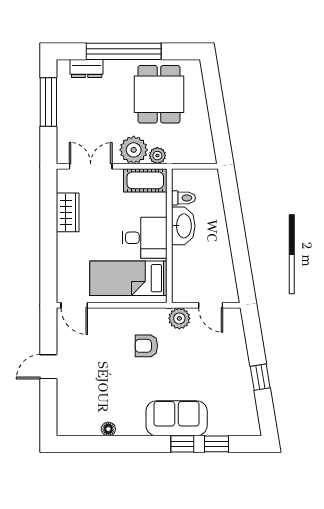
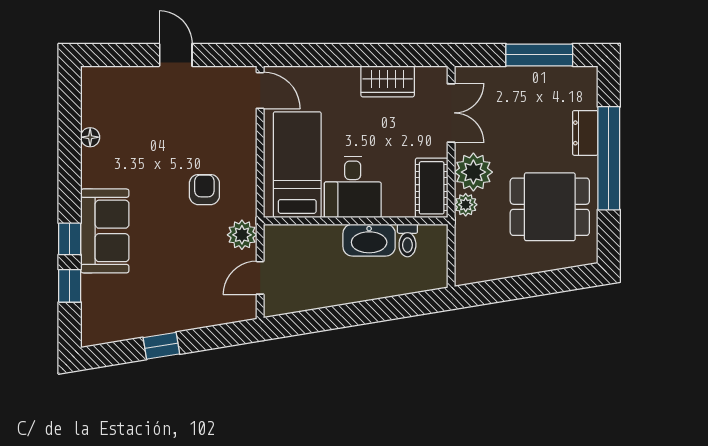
dresser: (87, 68) -> (585, 133), moved
door: (74, 305) -> (260, 90), swing flipped

